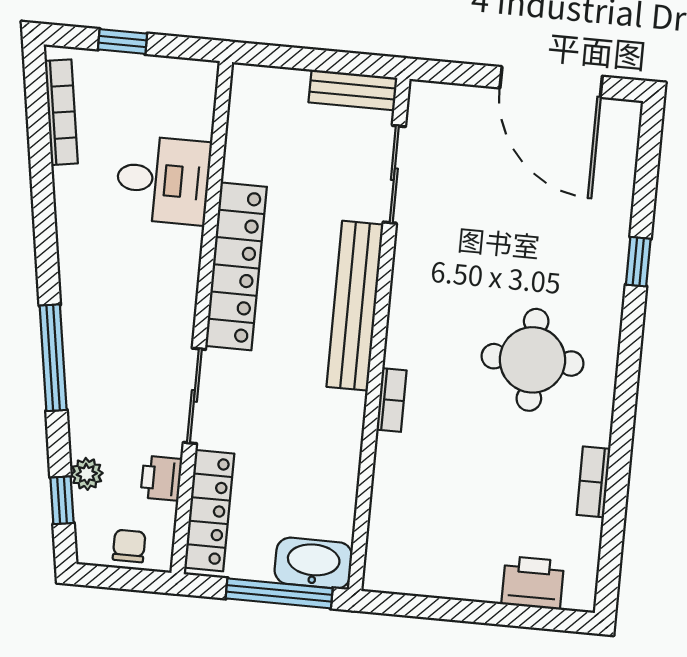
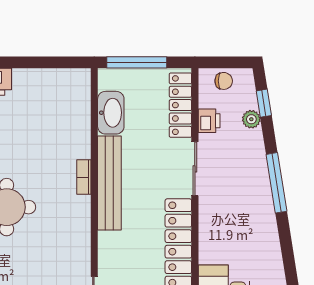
bench: (355, 306) -> (109, 183), moved
chair: (129, 546) -> (224, 81), turned -90
washbasin: (313, 563) -> (111, 113), moved, turned -90

